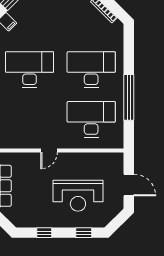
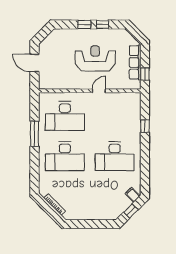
window: (129, 97) -> (35, 134), width x0.68
reception desk: (78, 196) -> (95, 58), moved
window: (84, 233) -> (84, 24), moved

